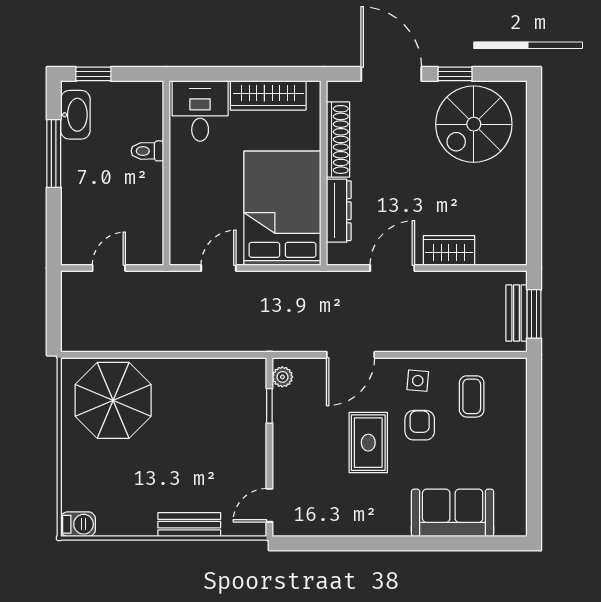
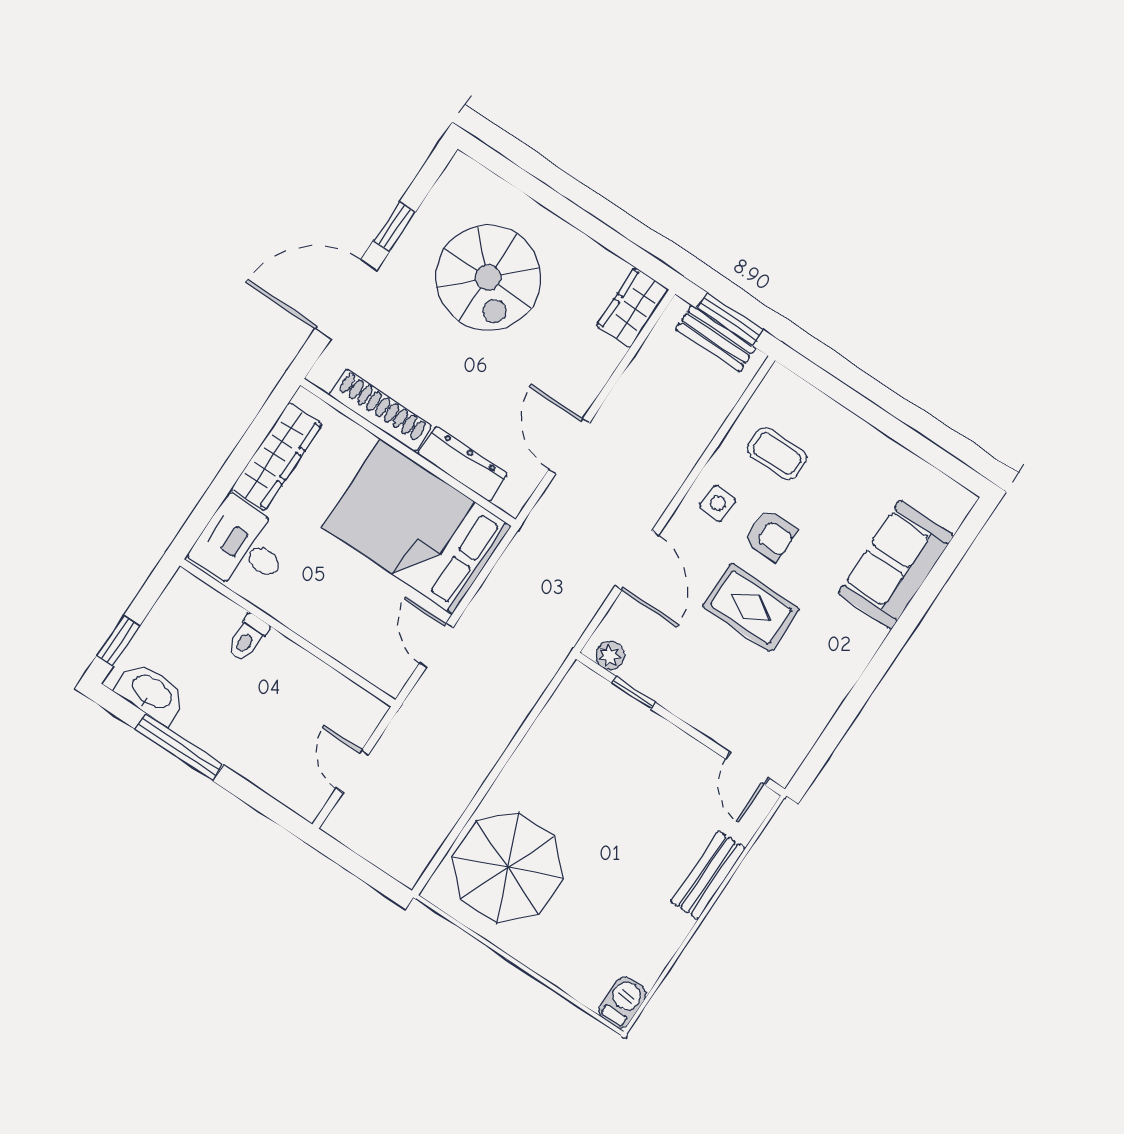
spiral stairs: (474, 124) -> (488, 278), moved
wardrobe: (449, 250) -> (633, 308), moved
armchair: (420, 425) -> (770, 535), turned 180

